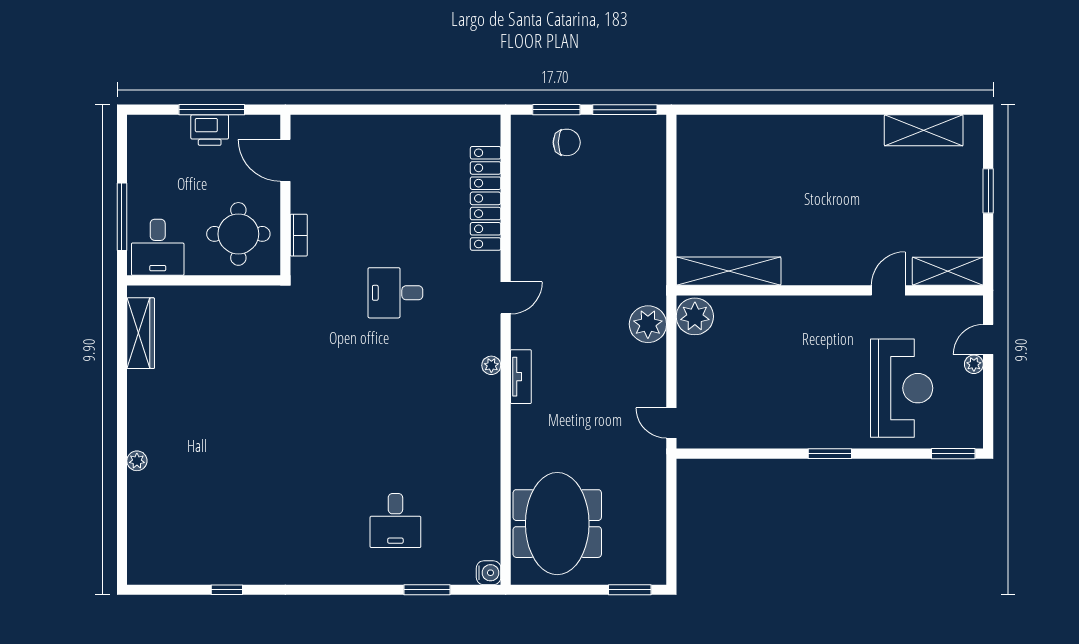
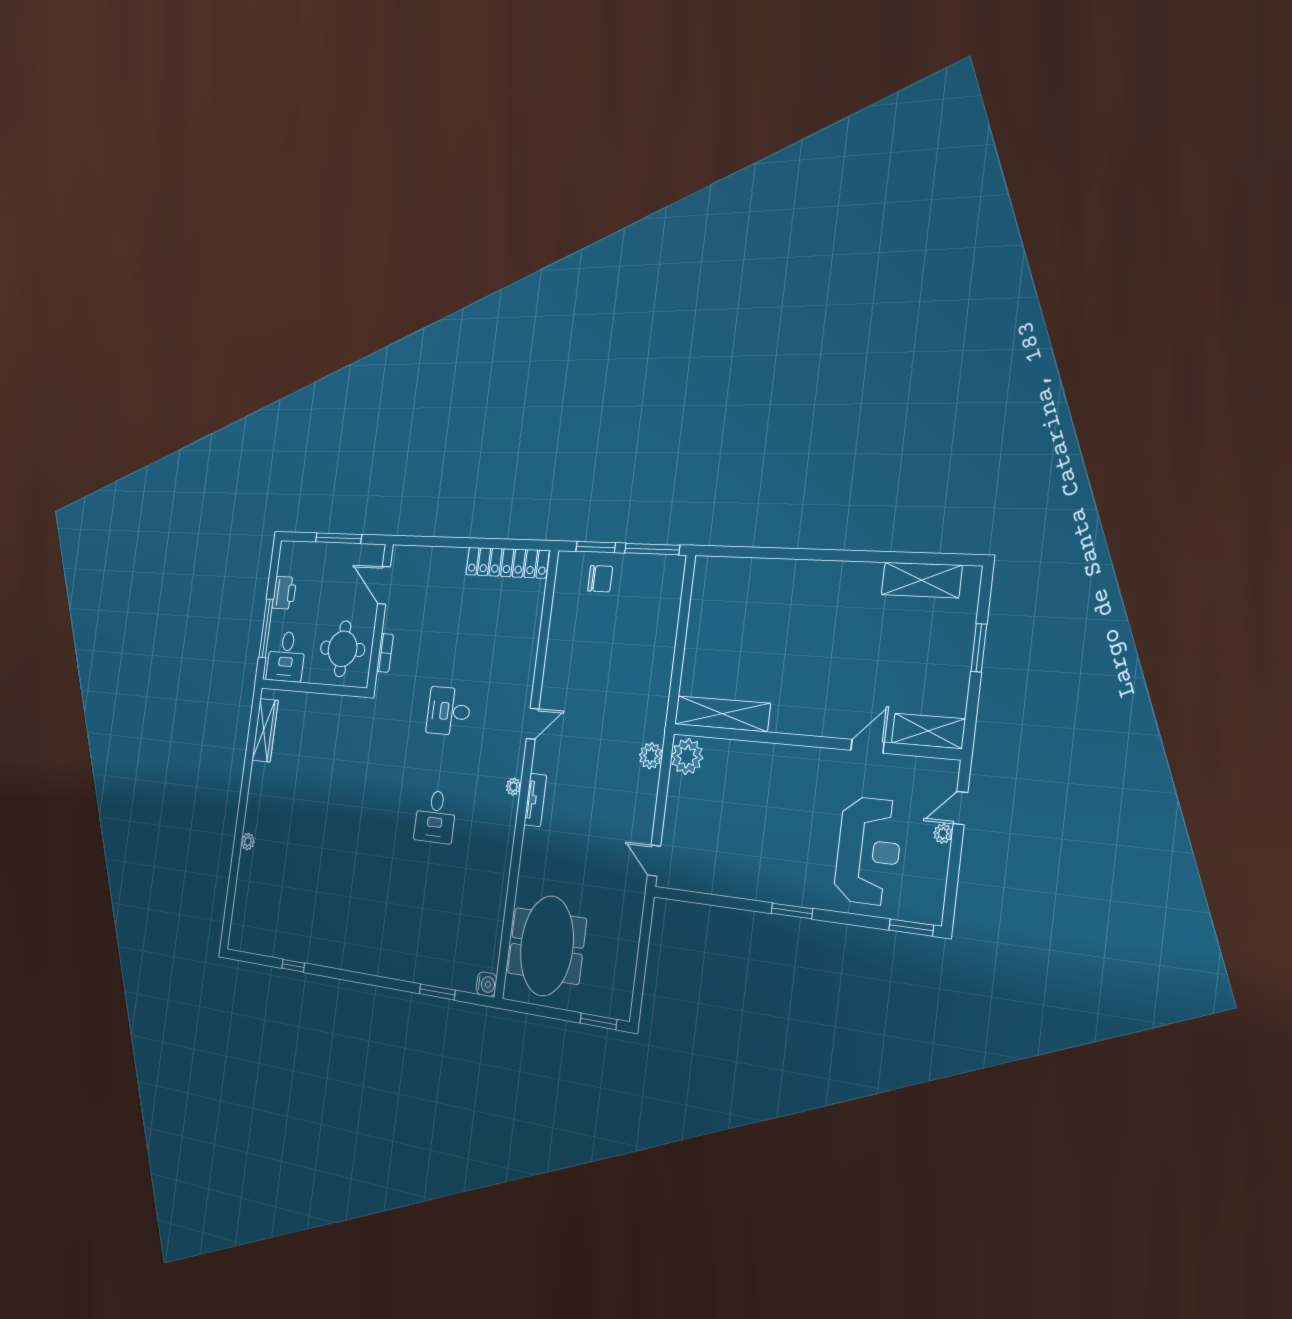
printer: (210, 130) -> (284, 593), moved, turned -90
locker: (486, 198) -> (507, 563), moved, turned -90
plant: (648, 324) -> (651, 756), width x0.73, depth x0.73
desk: (395, 521) -> (435, 817), moved

